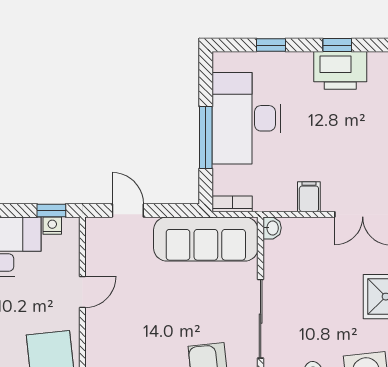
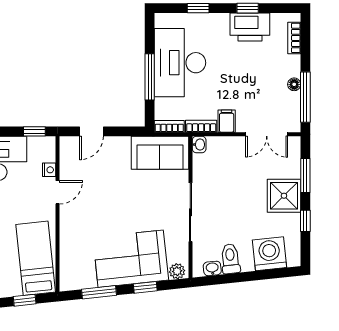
bookcase: (275, 203) -> (201, 126), added
door: (128, 210) -> (91, 131), swing flipped
nightstand: (52, 226) -> (49, 170), moved, turned 90
sofa: (206, 239) -> (160, 153), width x0.73

